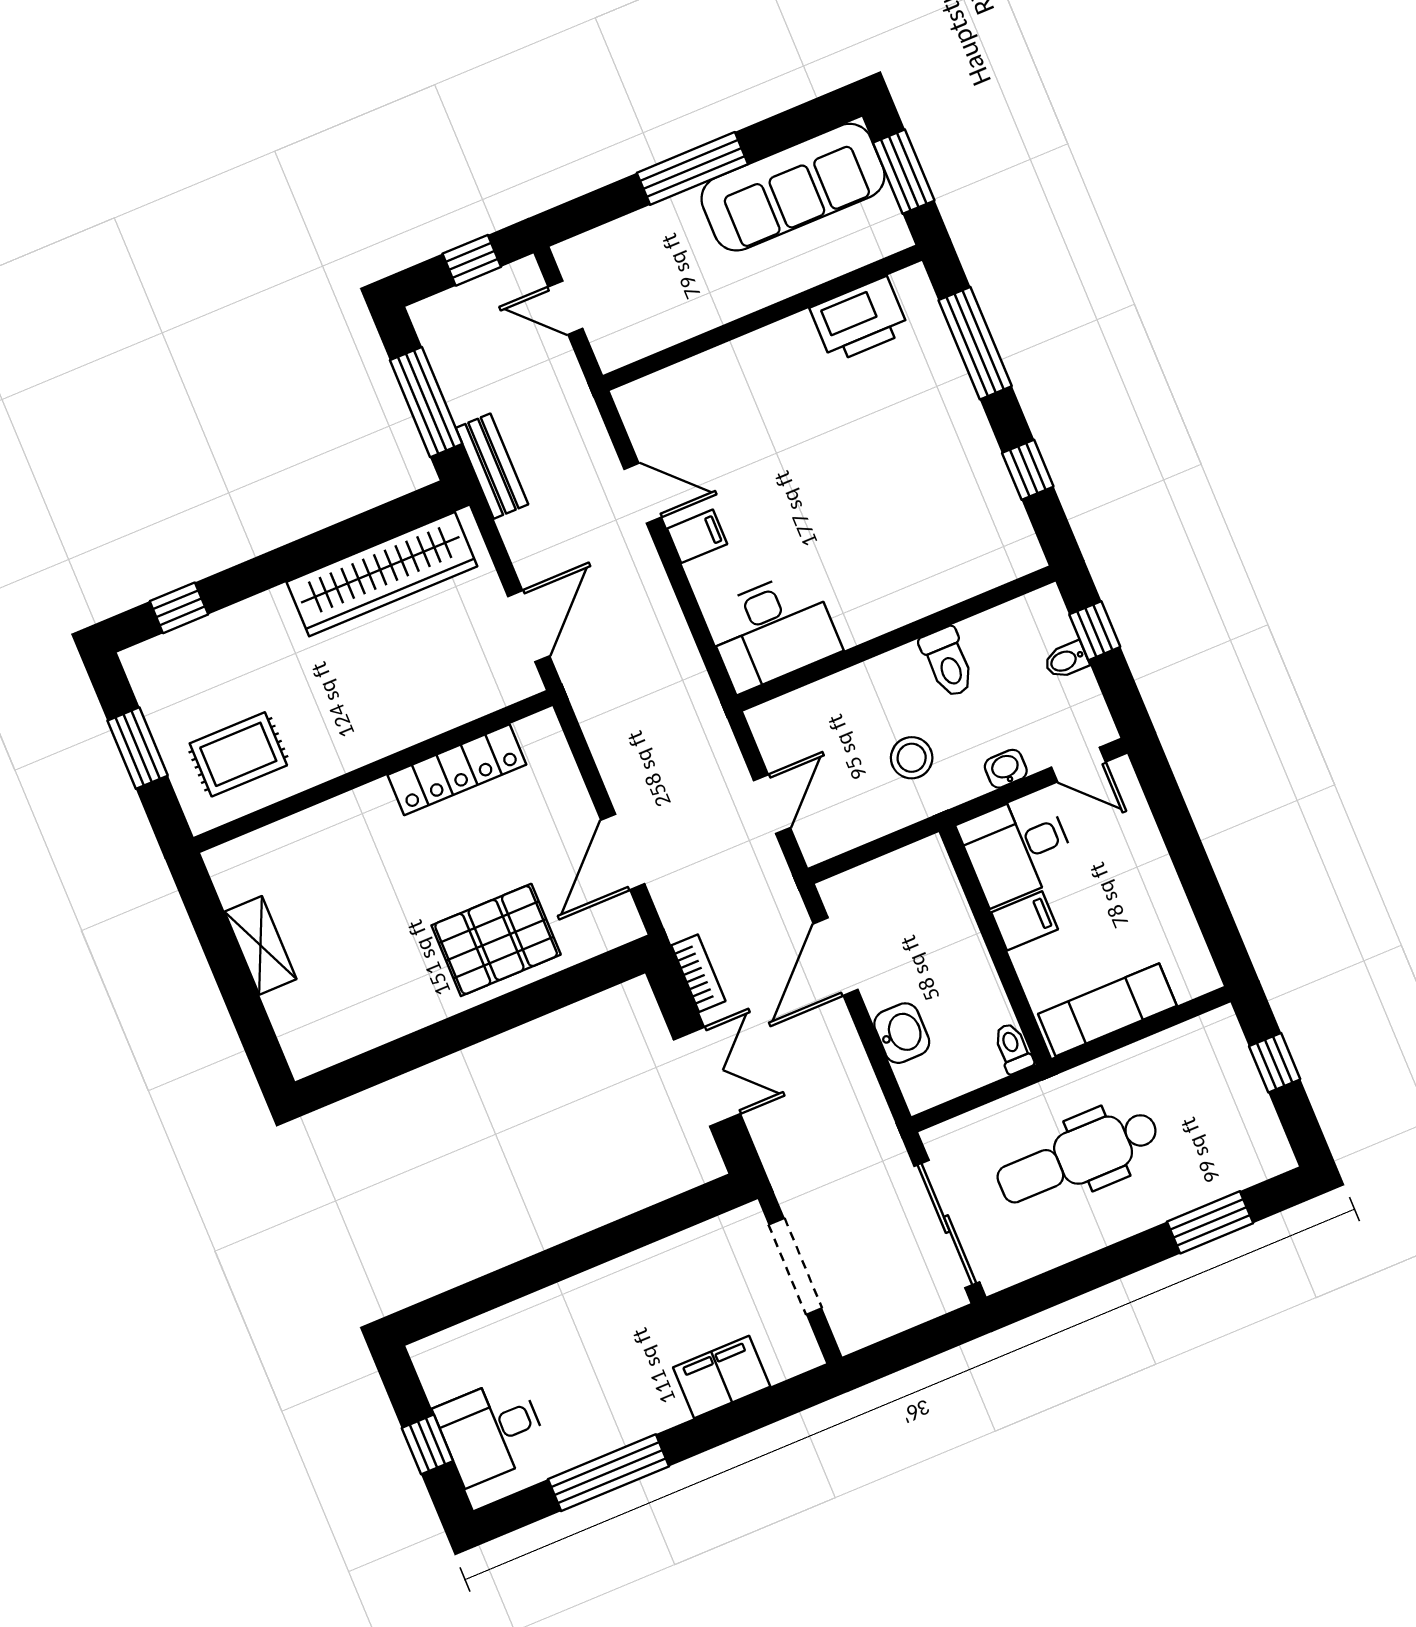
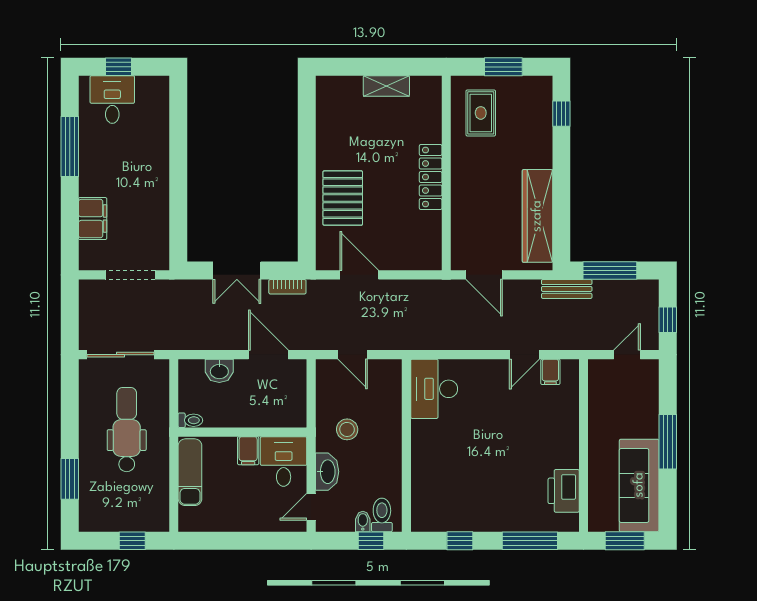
filing cabinet: (697, 536) -> (550, 372), moved
toilet: (948, 662) -> (382, 515), moved, turned 90
washbasin: (1006, 769) -> (327, 472), width x1.91, depth x1.45
locker: (457, 770) -> (431, 177), moved

